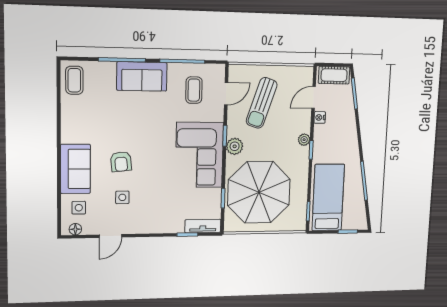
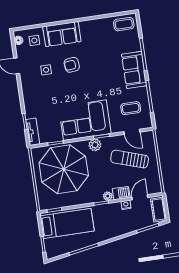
door: (314, 97) -> (140, 197), hinge flipped
barbecue: (303, 121) -> (121, 193), added

